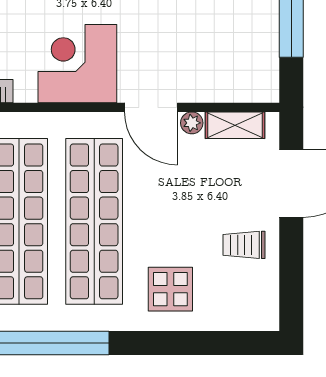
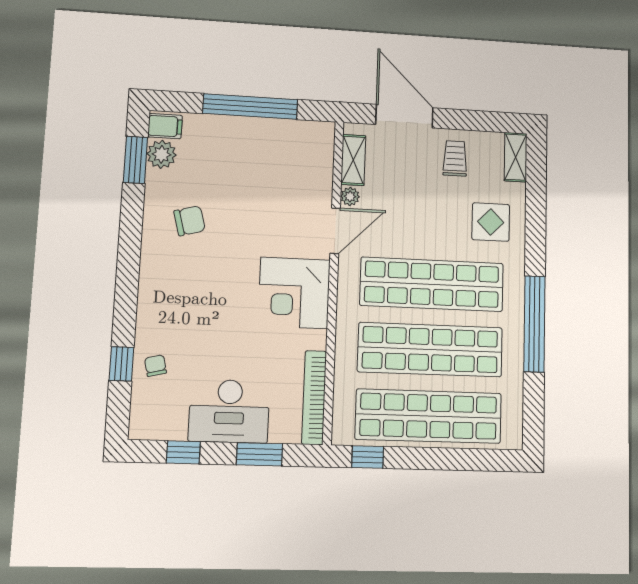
trolley: (244, 245) -> (455, 158), turned 180
shelving: (250, 318) -> (516, 157), added

